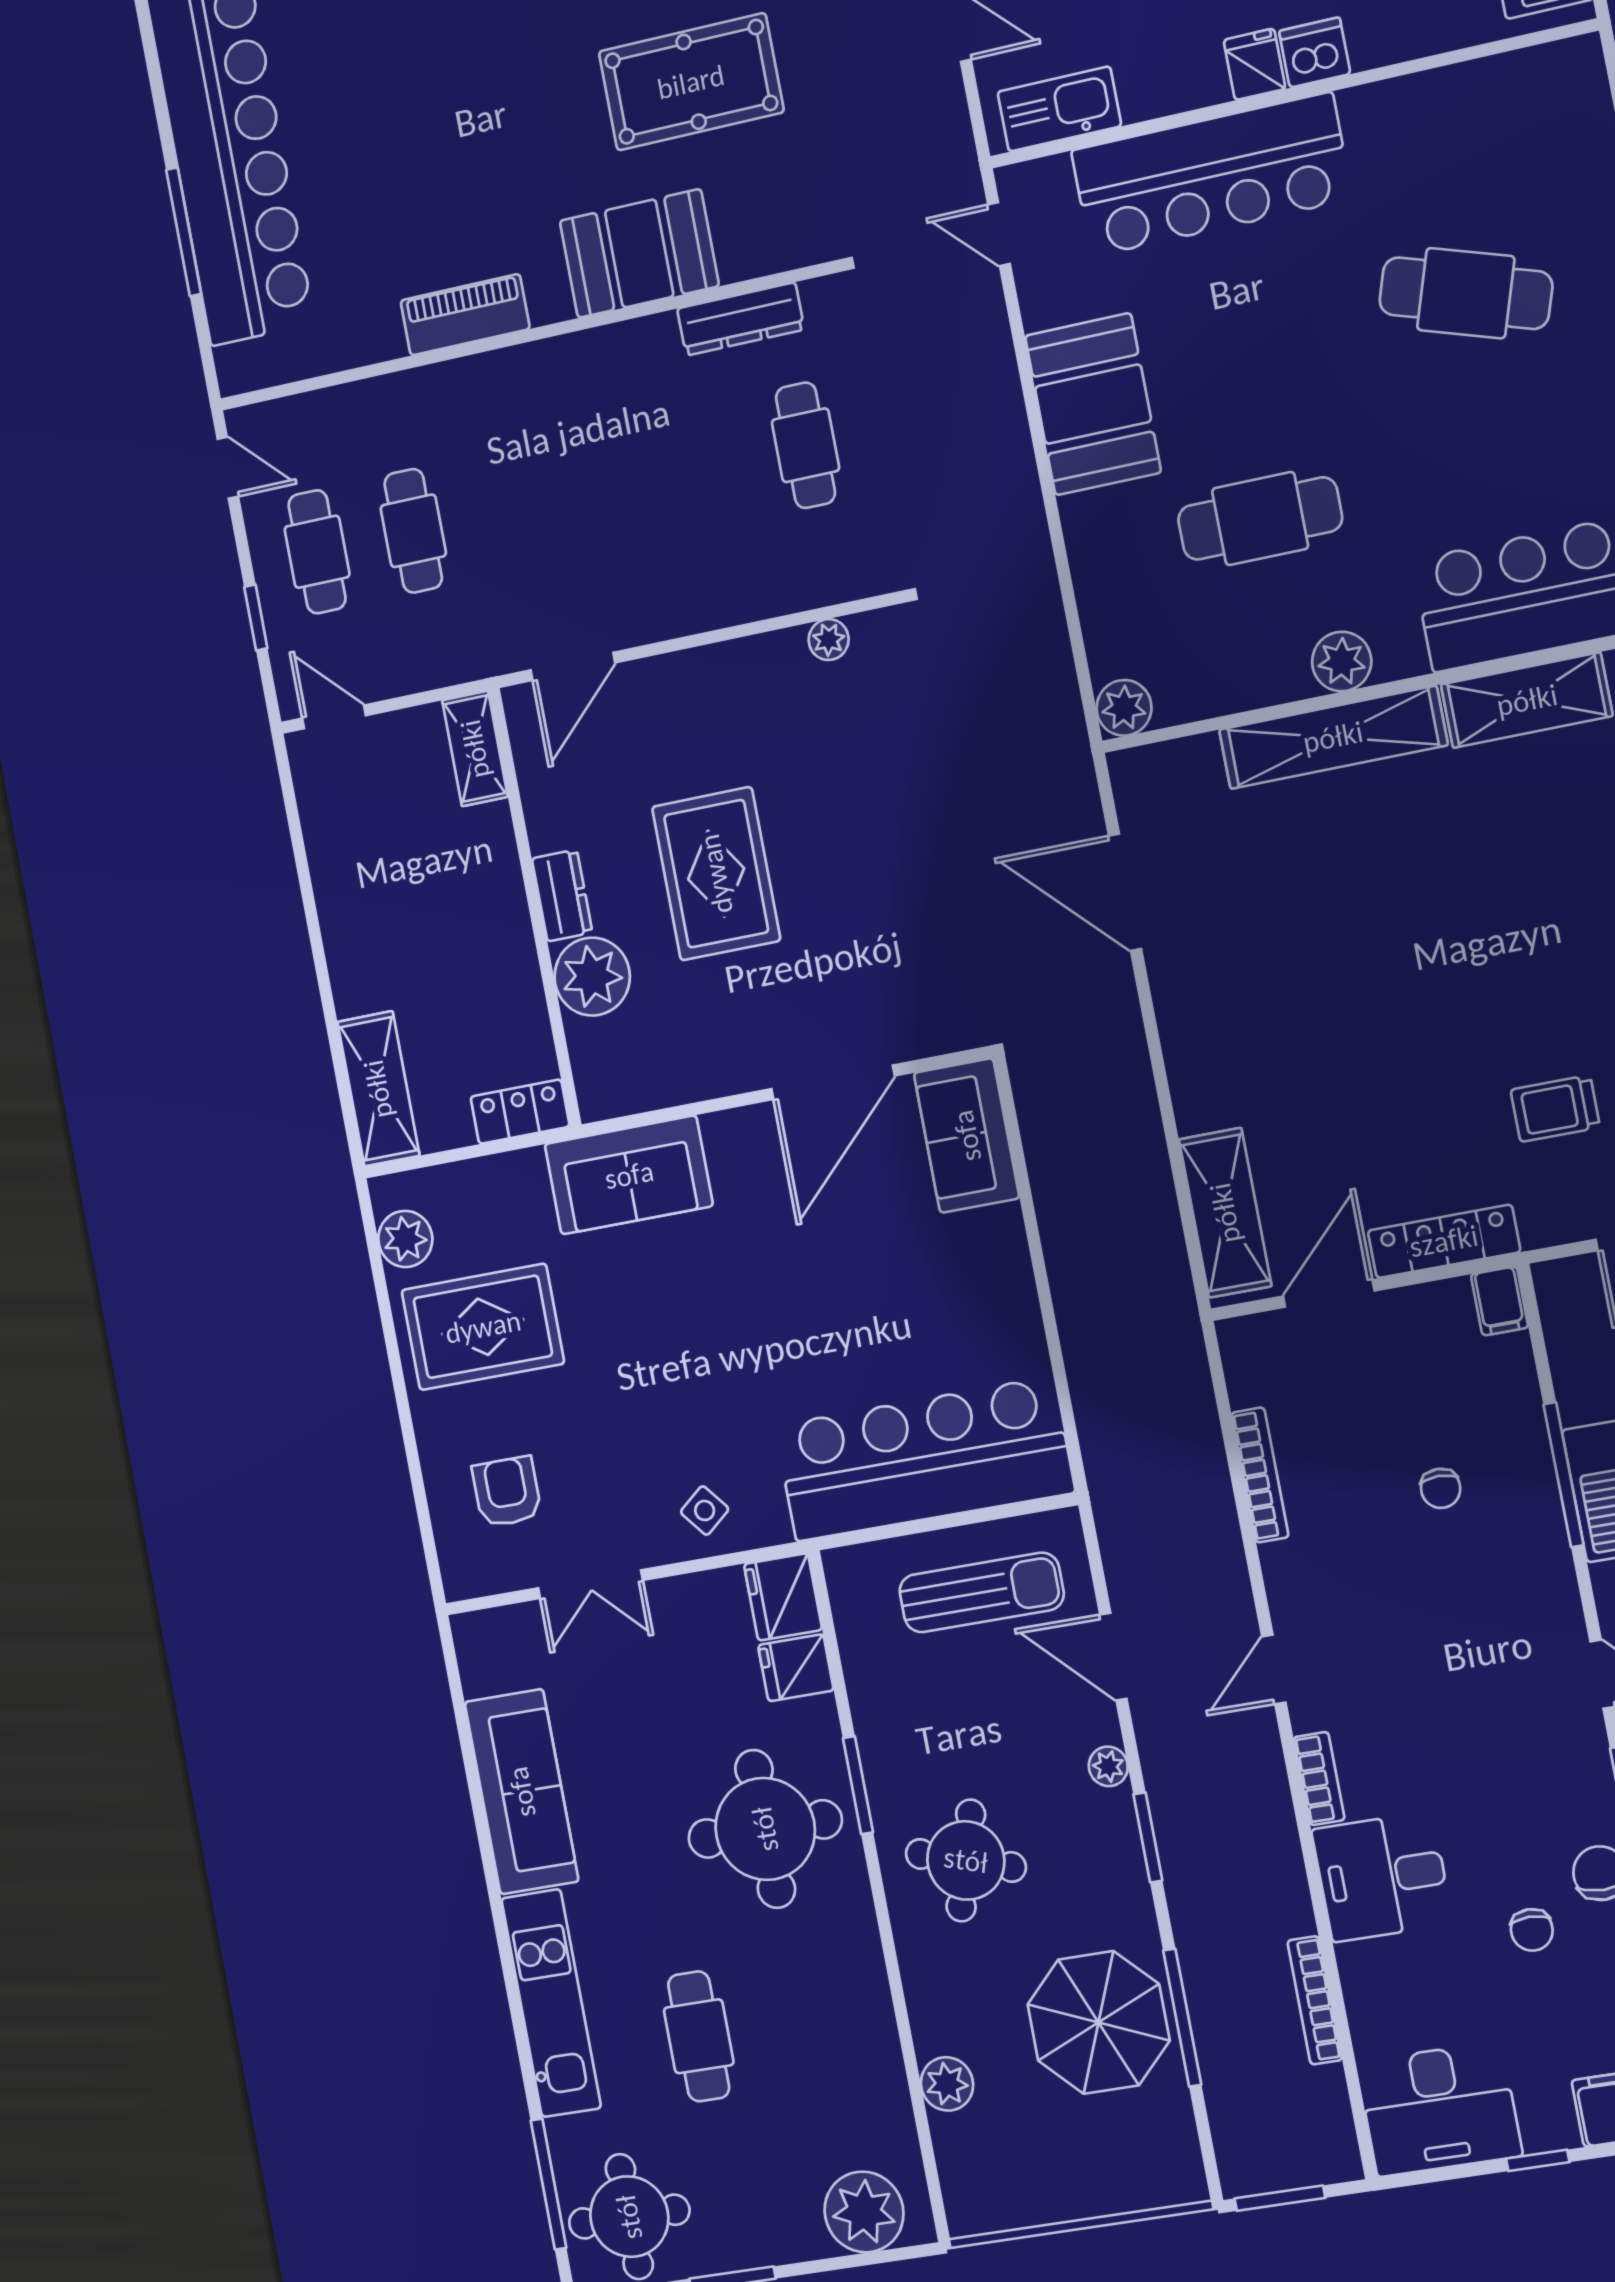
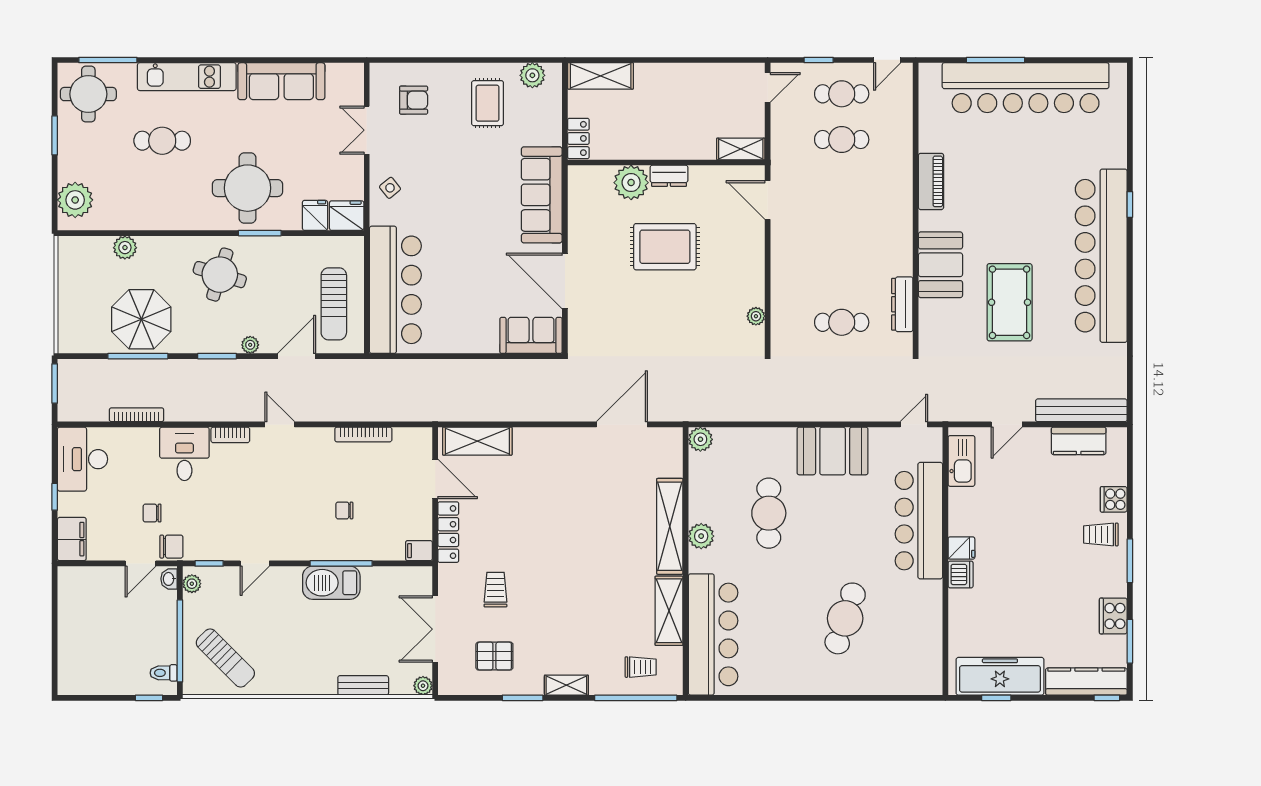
sofa: (629, 1175) -> (542, 195), width x1.36
rug: (483, 1327) -> (488, 103), width x0.73, depth x0.70

